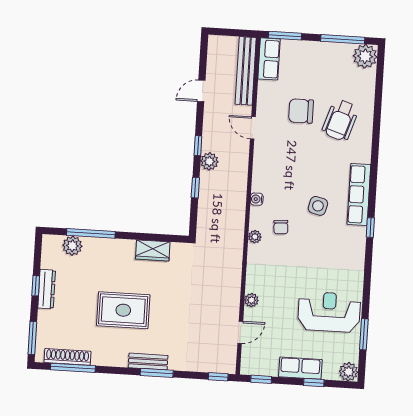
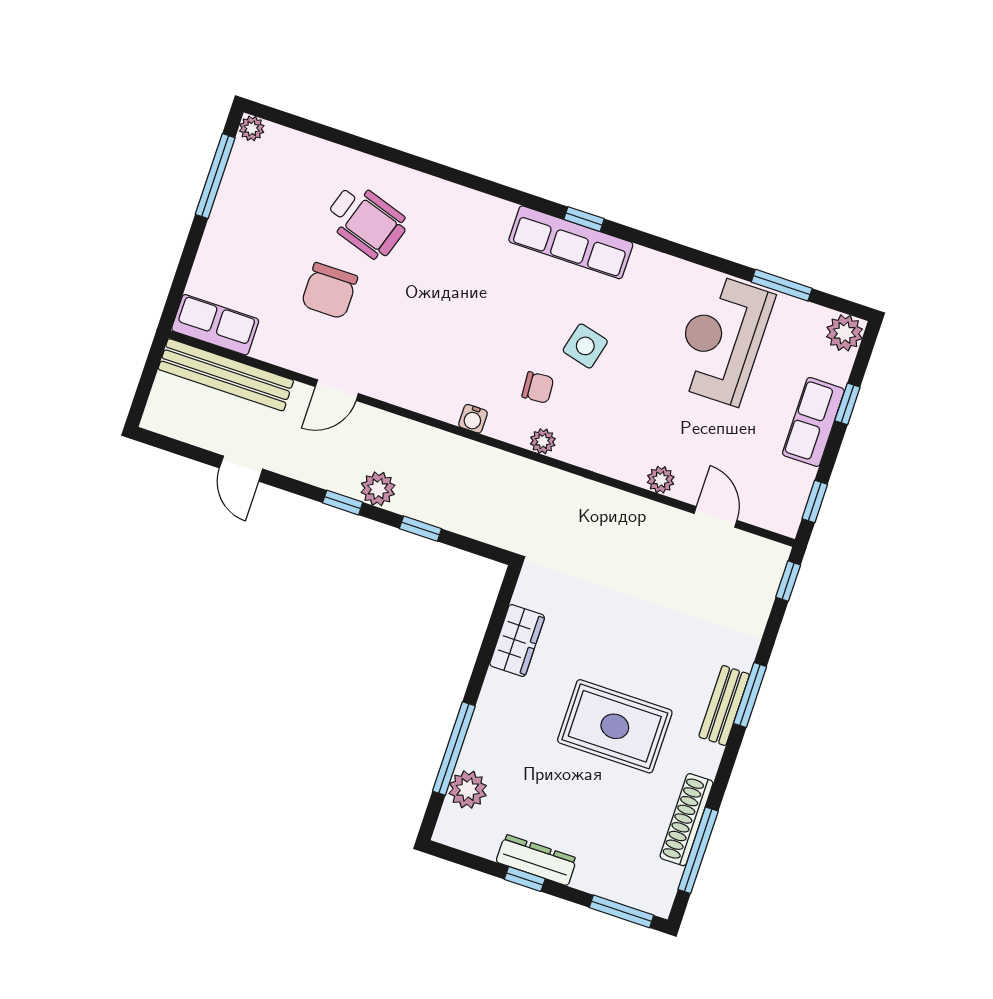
window: (285, 36) -> (179, 283), removed
plant: (365, 56) -> (252, 128), width x0.53, depth x0.53
row of seats: (359, 194) -> (571, 242), moved
side table: (318, 206) -> (585, 346), moved
rug: (123, 310) -> (615, 726), turned 90
shoe rack: (67, 357) -> (687, 820), moved

